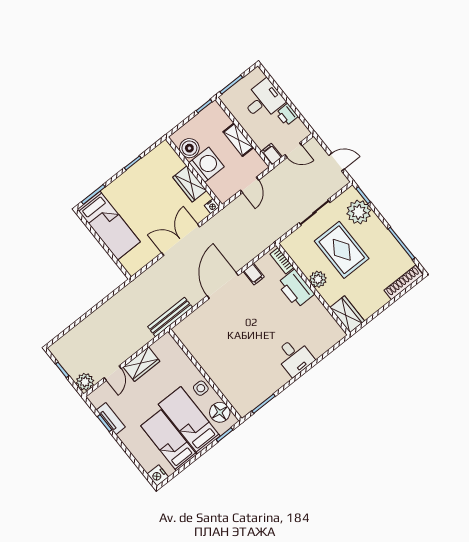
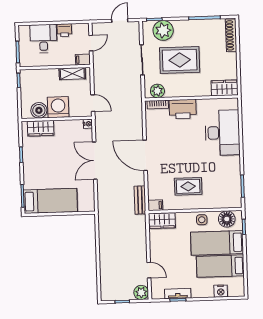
shelving: (238, 140) -> (72, 74), moved
wardrobe: (190, 184) -> (41, 128), moved
door: (249, 185) -> (93, 103), moved
filing cabinet: (254, 274) -> (155, 205), moved
plant: (318, 279) -> (157, 91), moved
bench: (170, 317) -> (140, 200), width x0.73
rug: (224, 350) -> (188, 186), added
desk: (294, 357) -> (222, 133), width x1.87, depth x1.30
wardrobe: (141, 364) -> (162, 221), moved, turned 90
nightstand: (158, 476) -> (221, 291), moved

